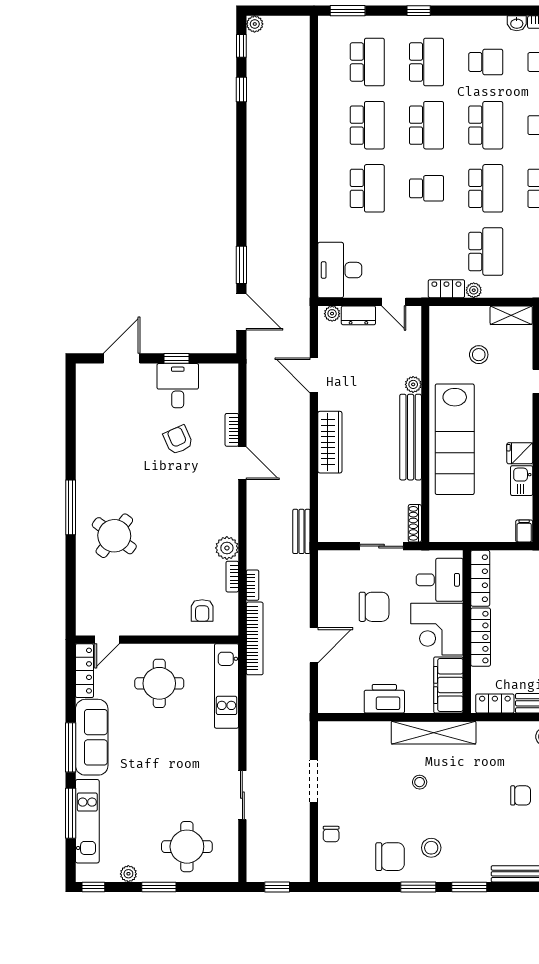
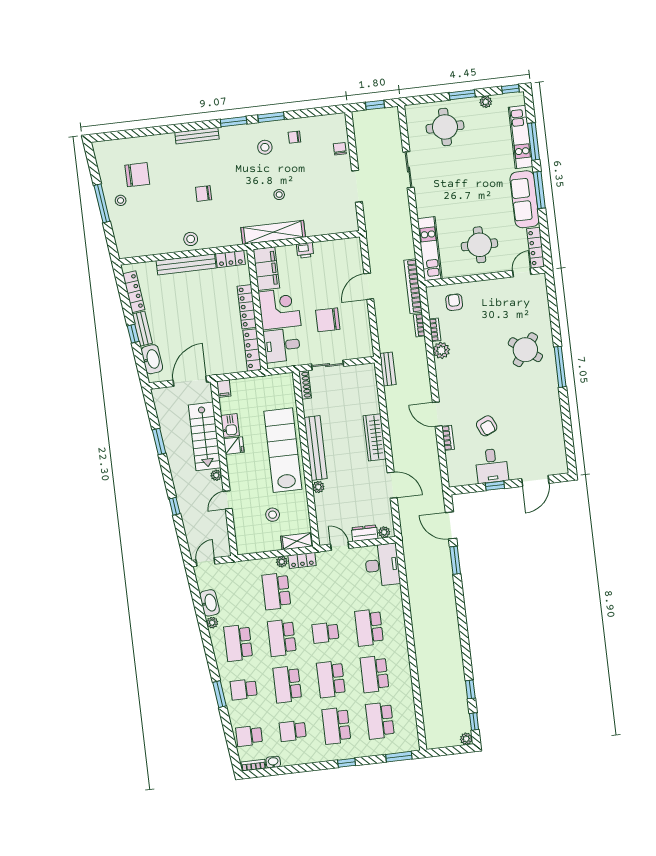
shelving: (511, 315) -> (297, 541), moved
printer: (384, 699) -> (305, 250), width x0.53, depth x0.68
chair: (390, 857) -> (294, 137), width x0.54, depth x0.54

